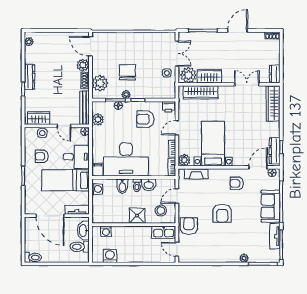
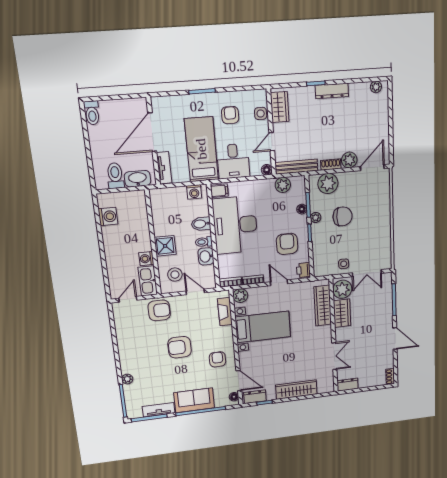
wardrobe: (273, 104) -> (296, 390), moved
dresser: (275, 151) -> (255, 397), width x0.70
washing machine: (106, 231) -> (146, 259), moved

